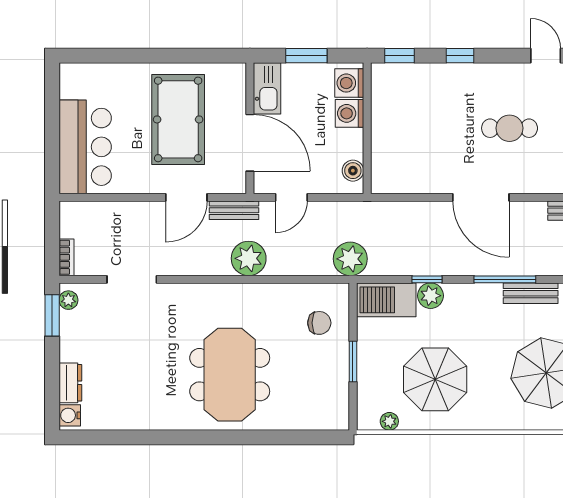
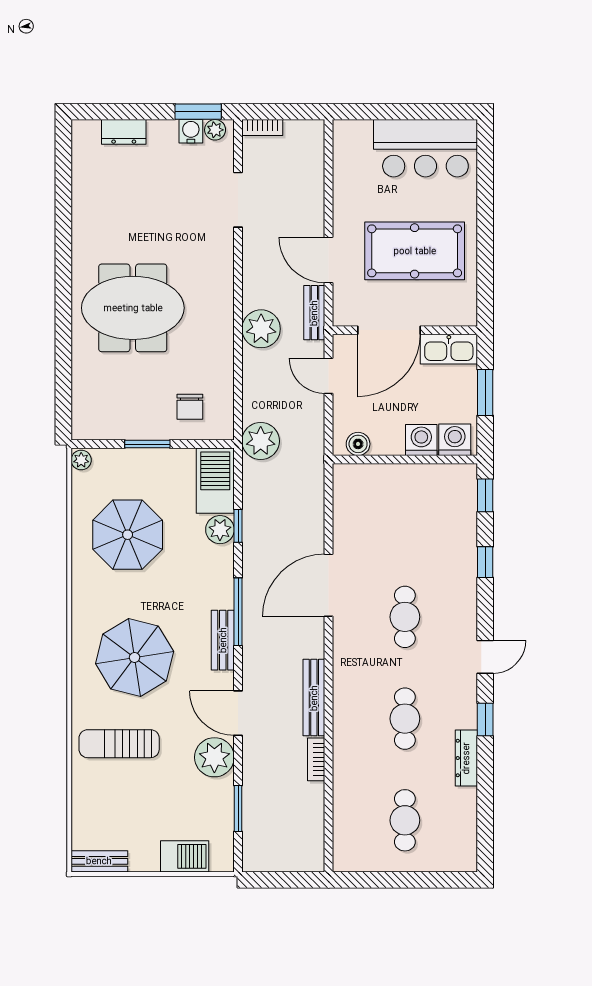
bar counter: (85, 147) -> (425, 148), moved
water cooler: (70, 415) -> (191, 131), moved
plant: (389, 421) -> (81, 460), moved

